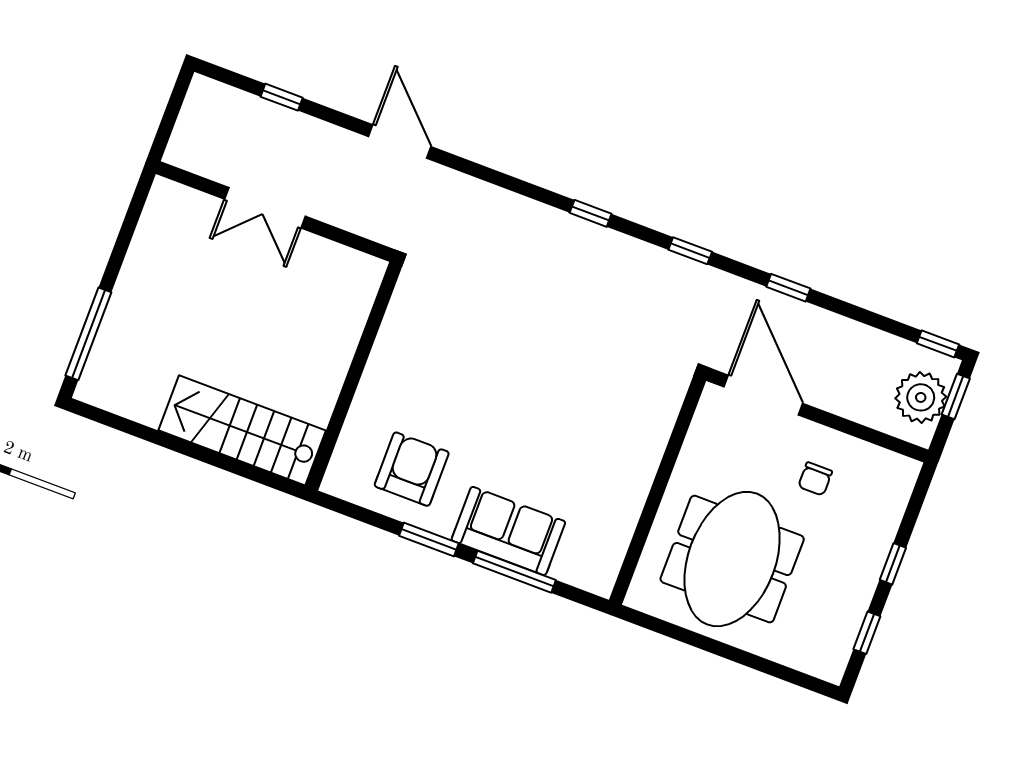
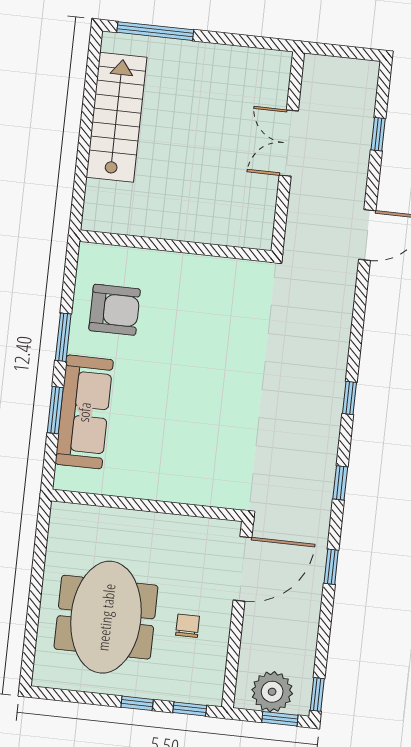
stairs: (242, 430) -> (117, 117), moved
chair: (815, 479) -> (188, 626), turned 90
sofa: (508, 531) -> (84, 412), width x1.36
meeting table: (732, 559) -> (106, 617), moved, turned 90
window: (514, 572) -> (55, 410), width x0.69
window: (867, 633) -> (190, 709), moved

